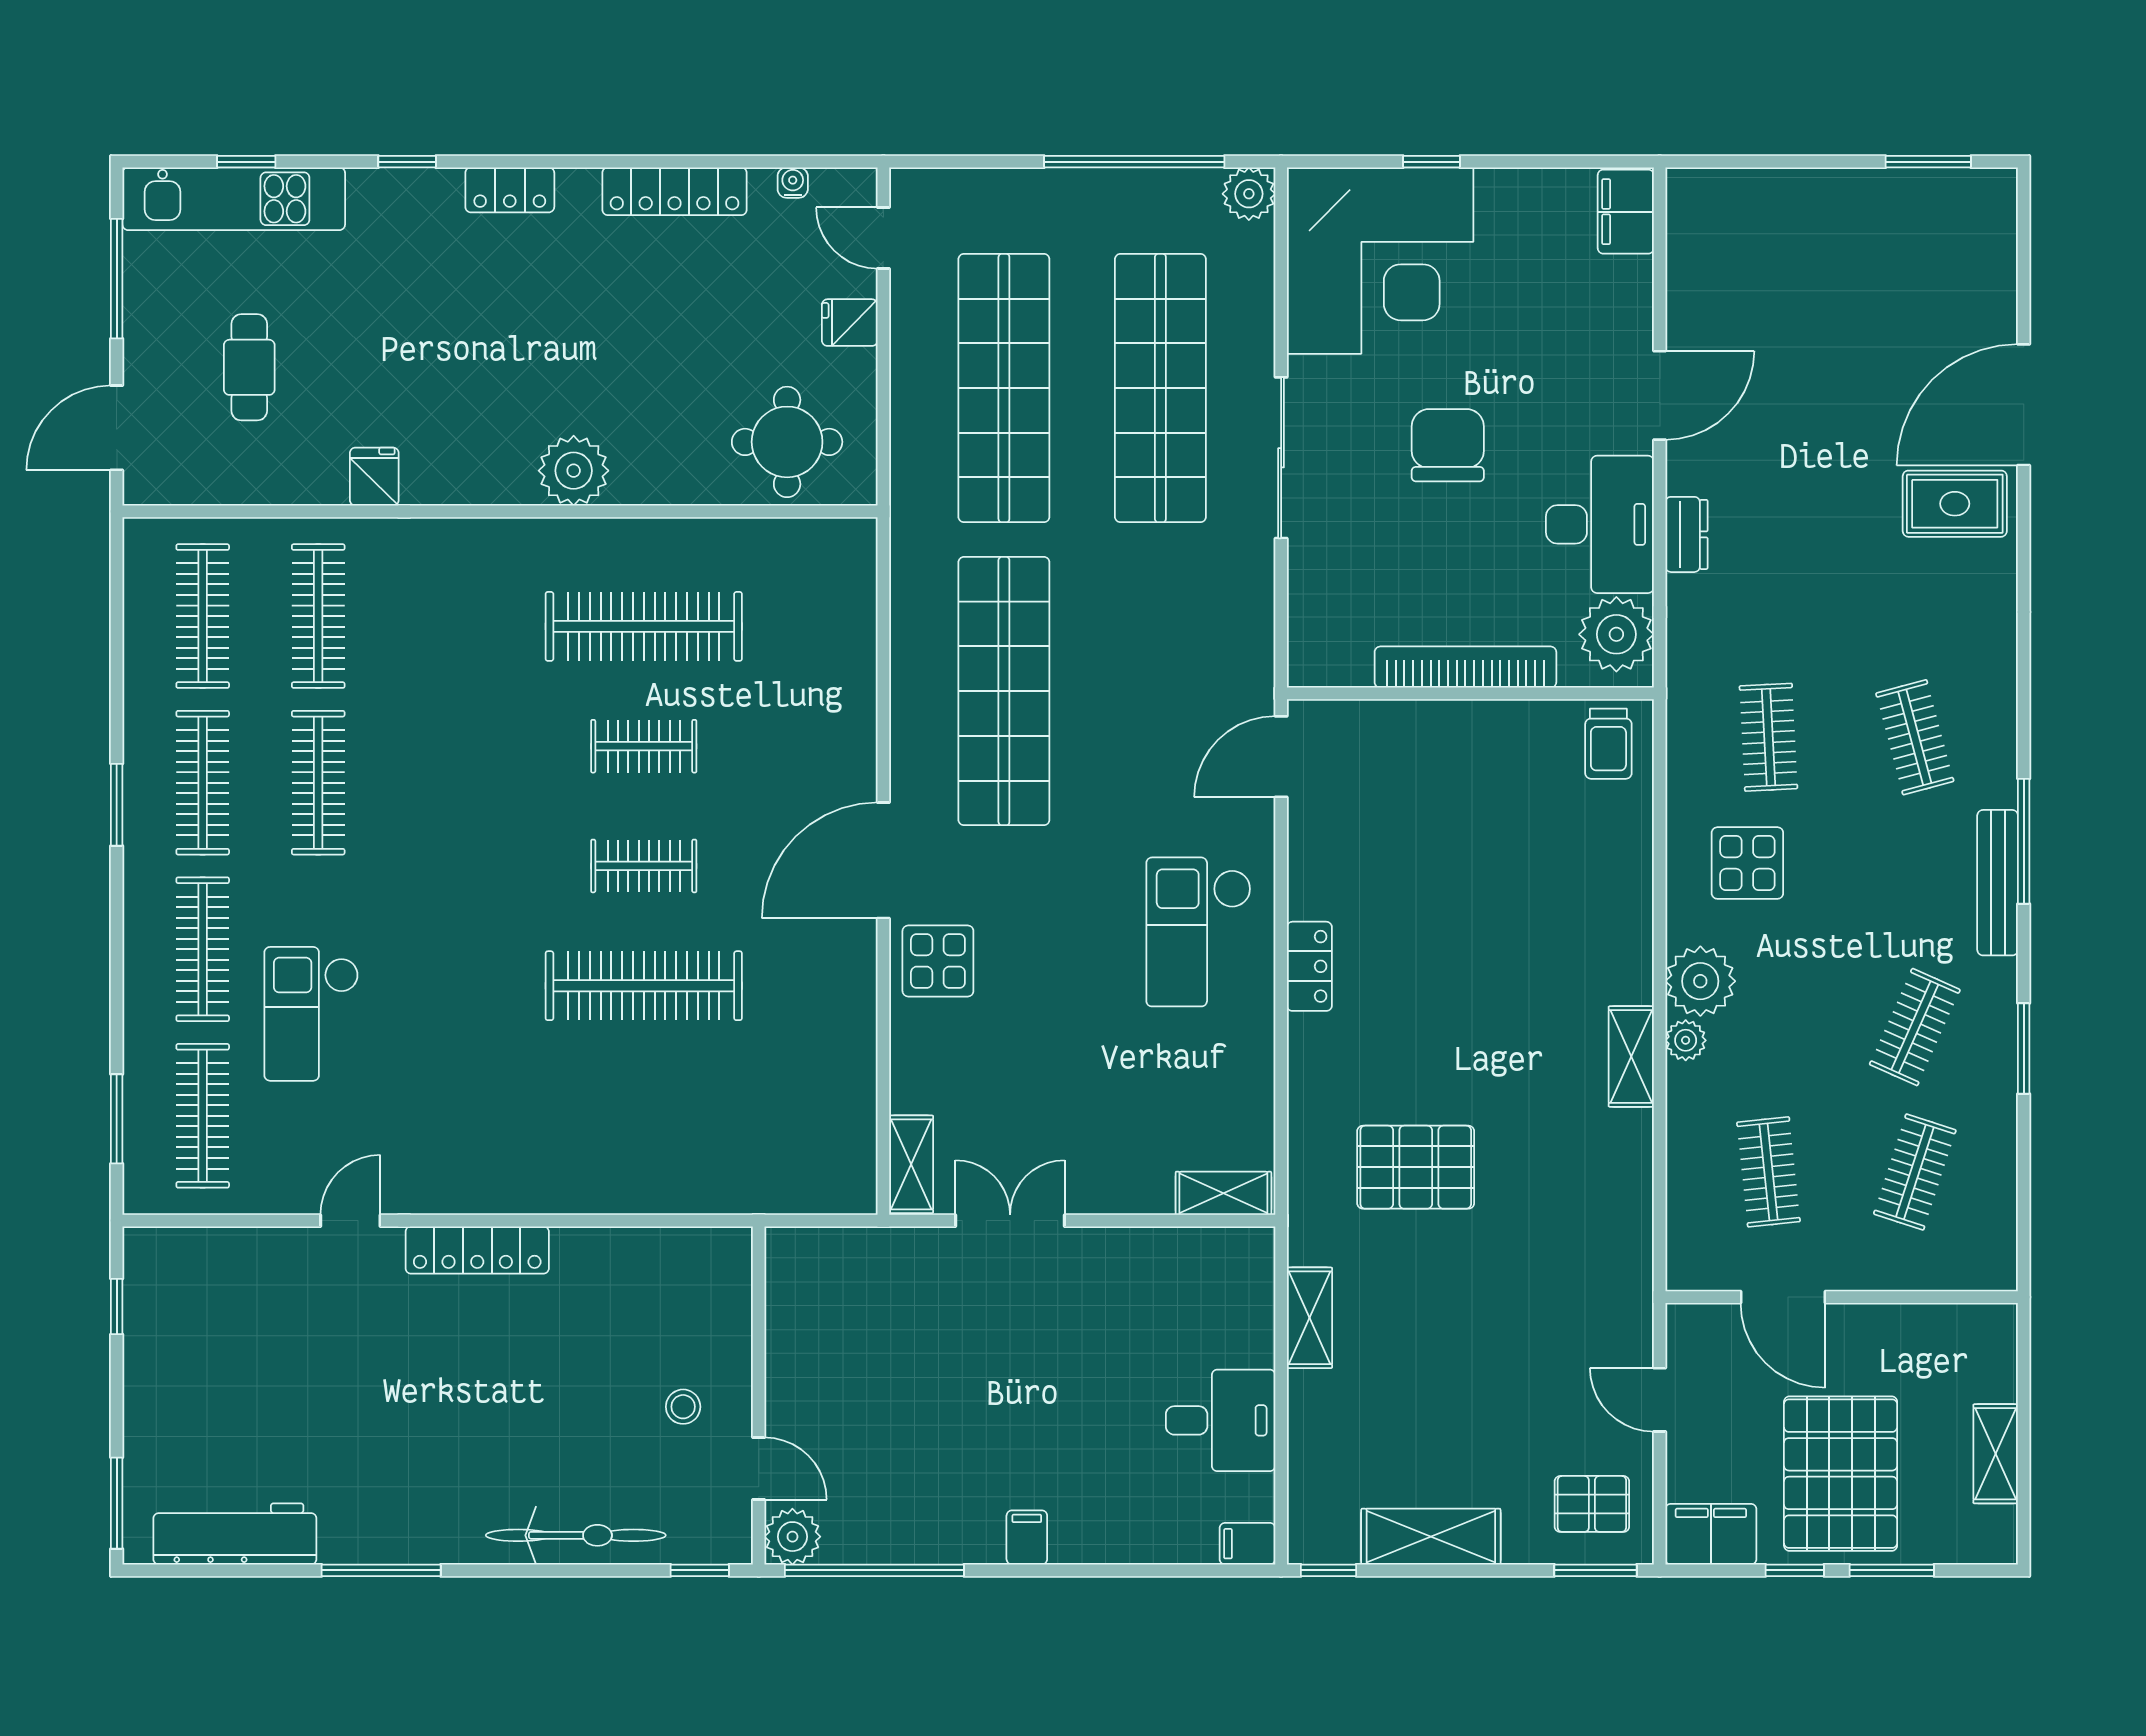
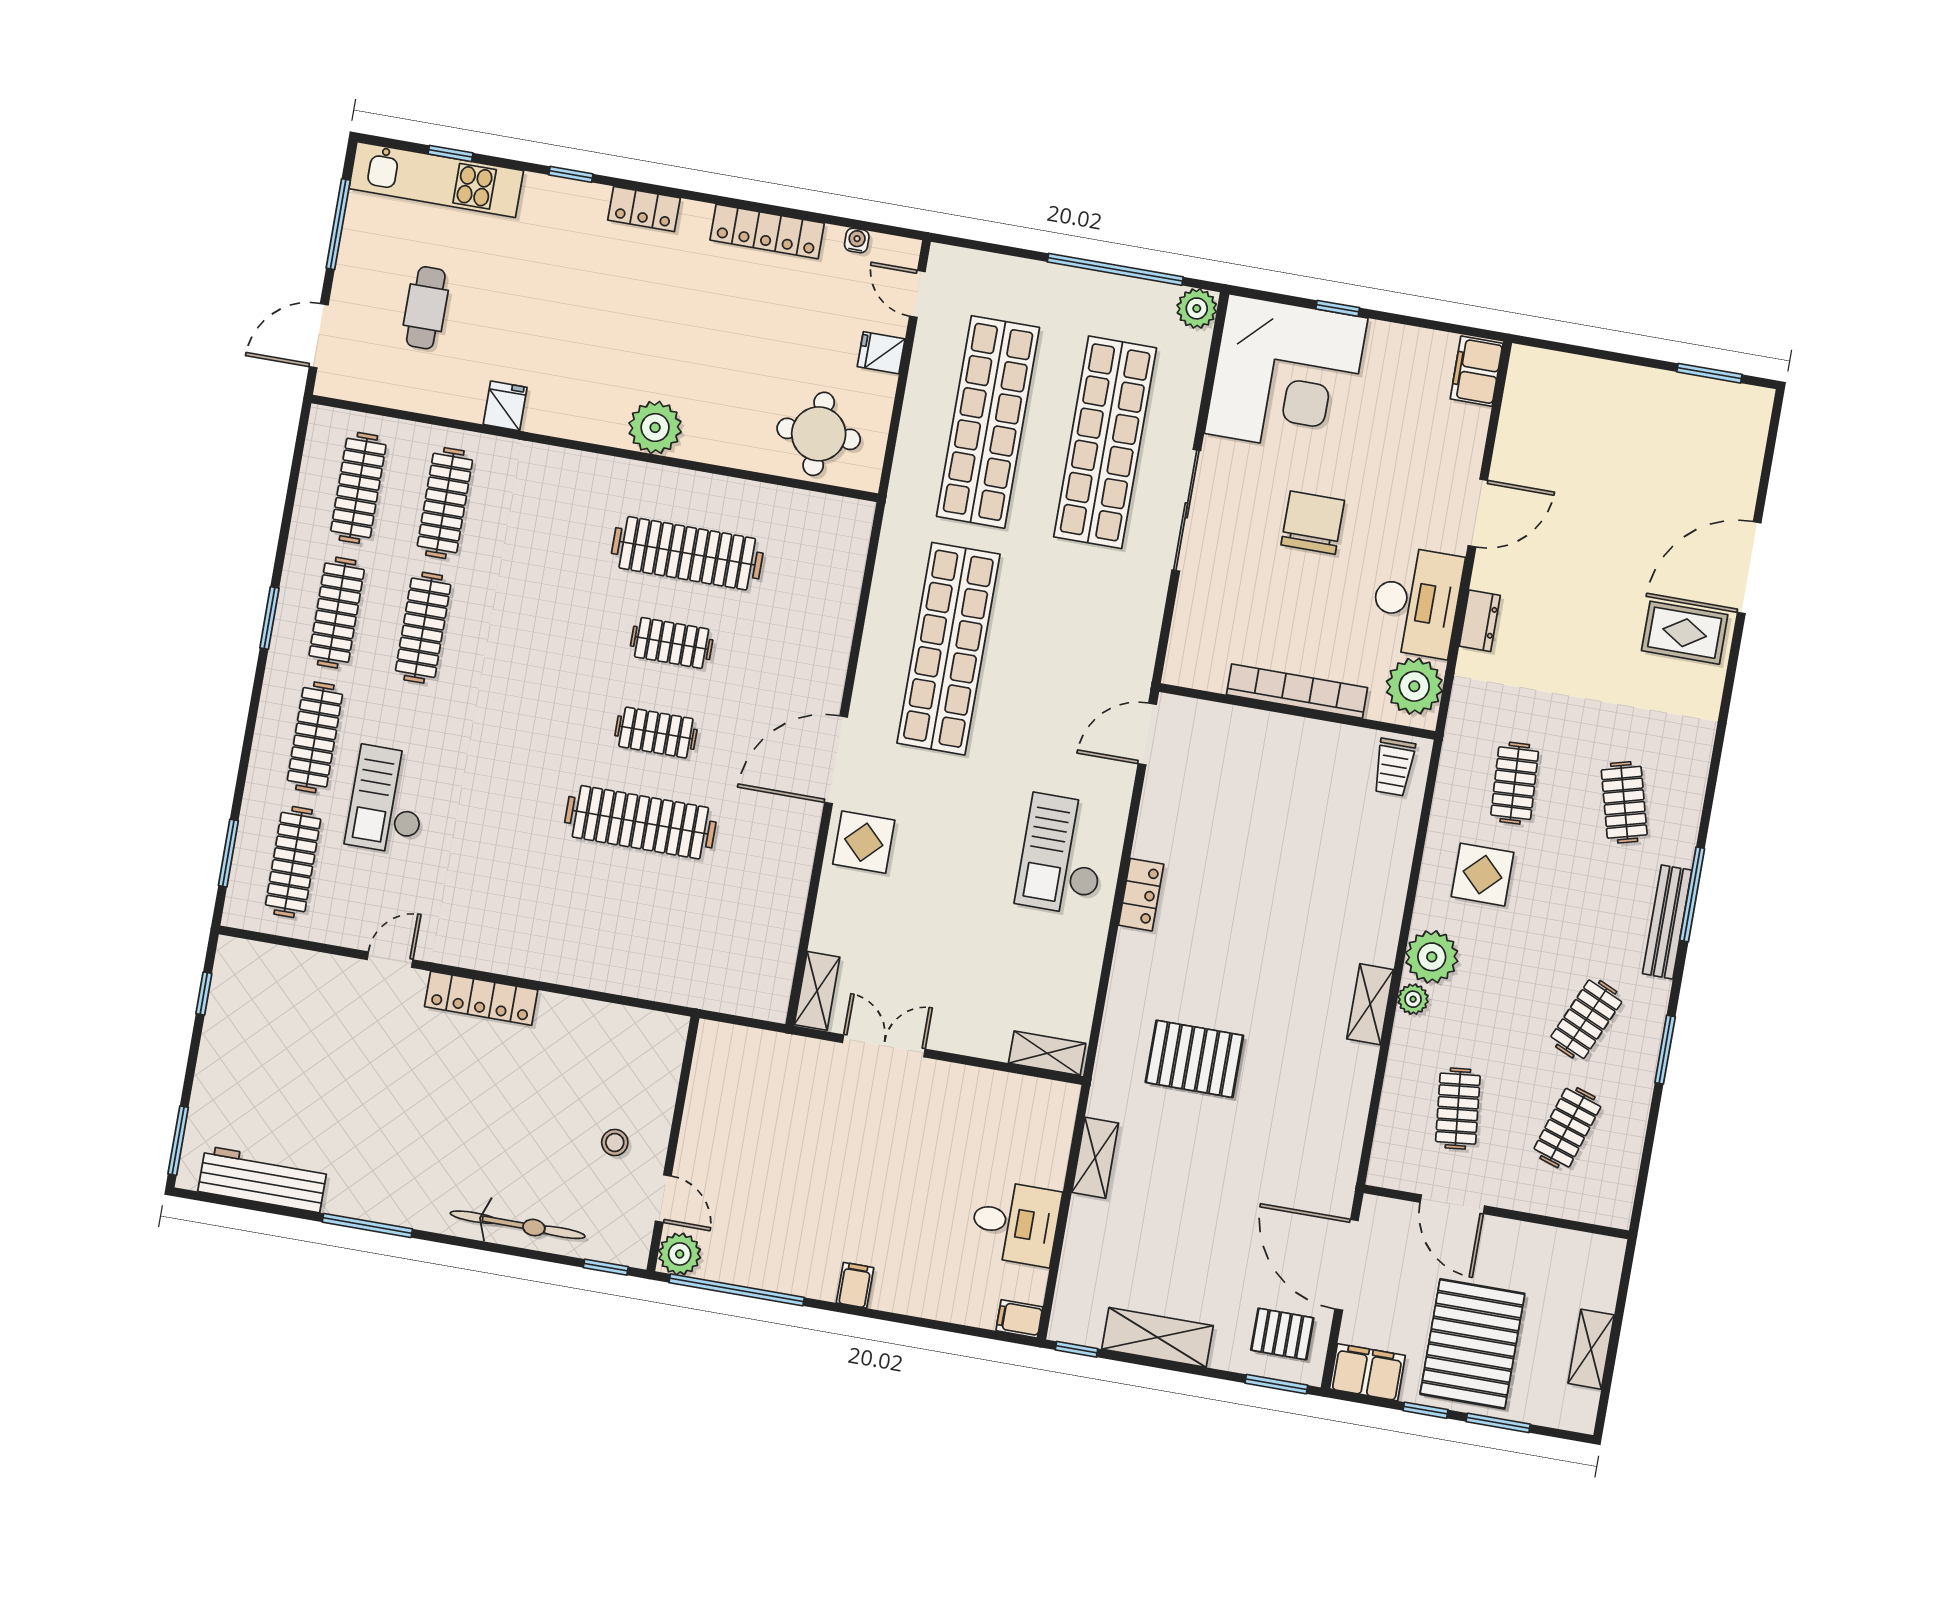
door: (1660, 1400) -> (1347, 1265), width x1.87

